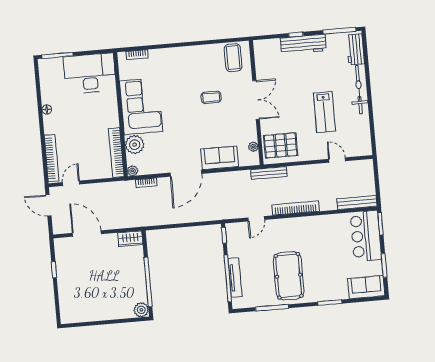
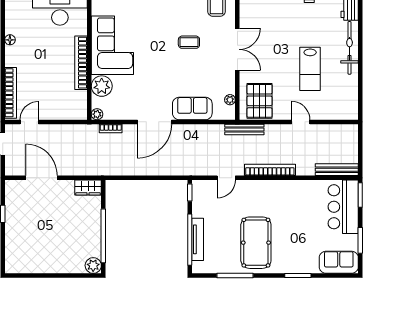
pallet: (281, 145) -> (260, 101), turned 90
bookcase: (116, 153) -> (81, 63), moved
door: (337, 160) -> (301, 122), moved

